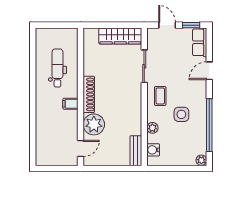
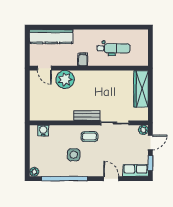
wardrobe: (120, 36) -> (141, 89), moved
shoe rack: (89, 94) -> (91, 75), removed
plant: (152, 128) -> (143, 130), moved
kitchen counter: (44, 141) -> (51, 37), added
bench: (136, 151) -> (87, 116), moved

